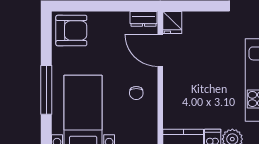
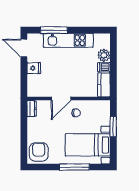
fridge: (172, 22) -> (34, 68), moved
door: (160, 50) -> (61, 99), moved

